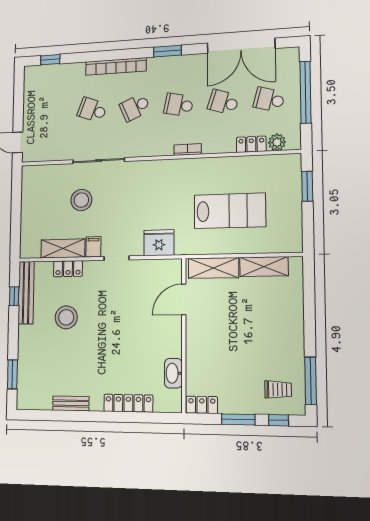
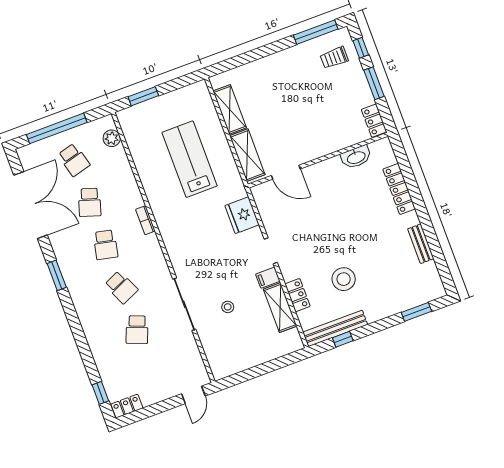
bookcase: (116, 66) -> (87, 322), removed
school desk: (269, 100) -> (74, 160), turned -30
locker: (251, 144) -> (127, 406), moved, turned 90
stool: (81, 200) -> (228, 307), width x0.53, depth x0.53
trolley: (278, 390) -> (334, 58), turned -90

